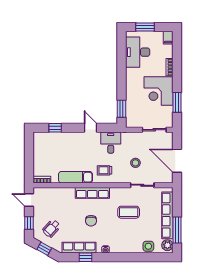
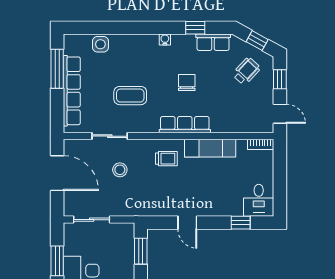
desk: (111, 143) -> (259, 200), moved
plant: (167, 245) -> (72, 46), removed
row of seats: (79, 248) -> (213, 42), width x0.68

